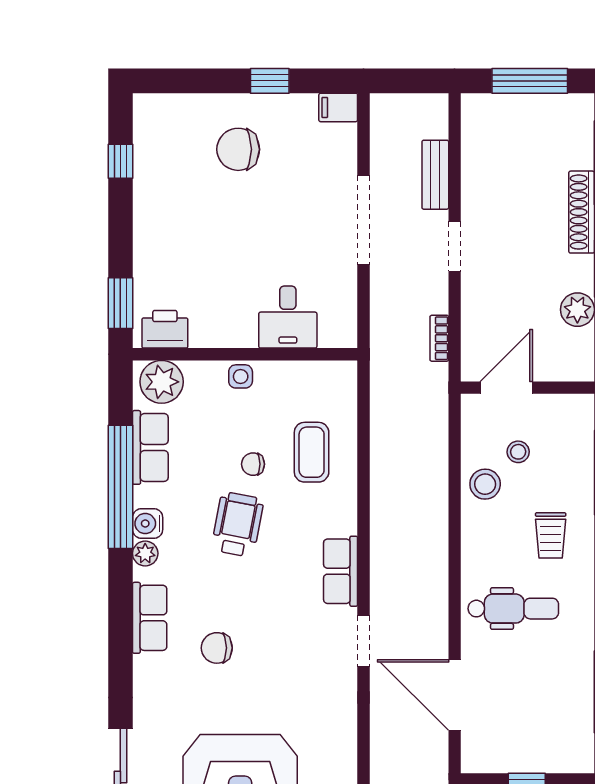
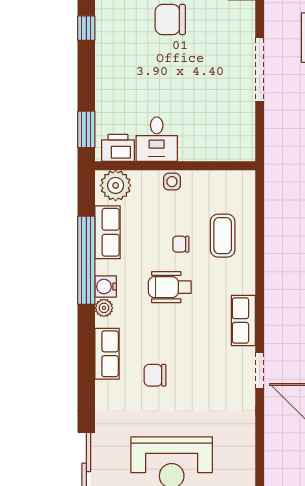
desk: (288, 317) -> (157, 139), moved
wheelchair: (237, 524) -> (170, 287), turned -101

